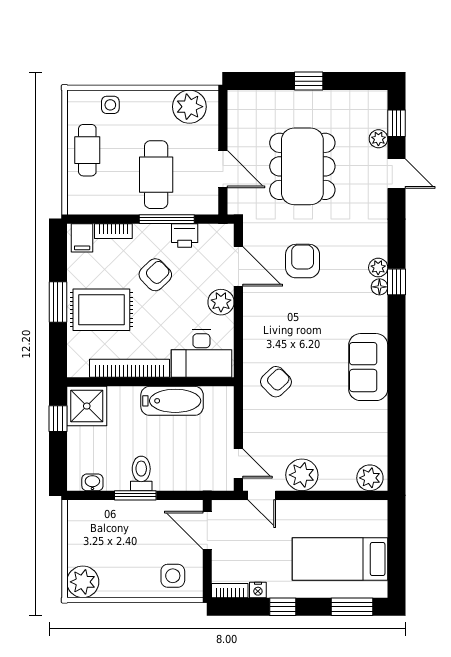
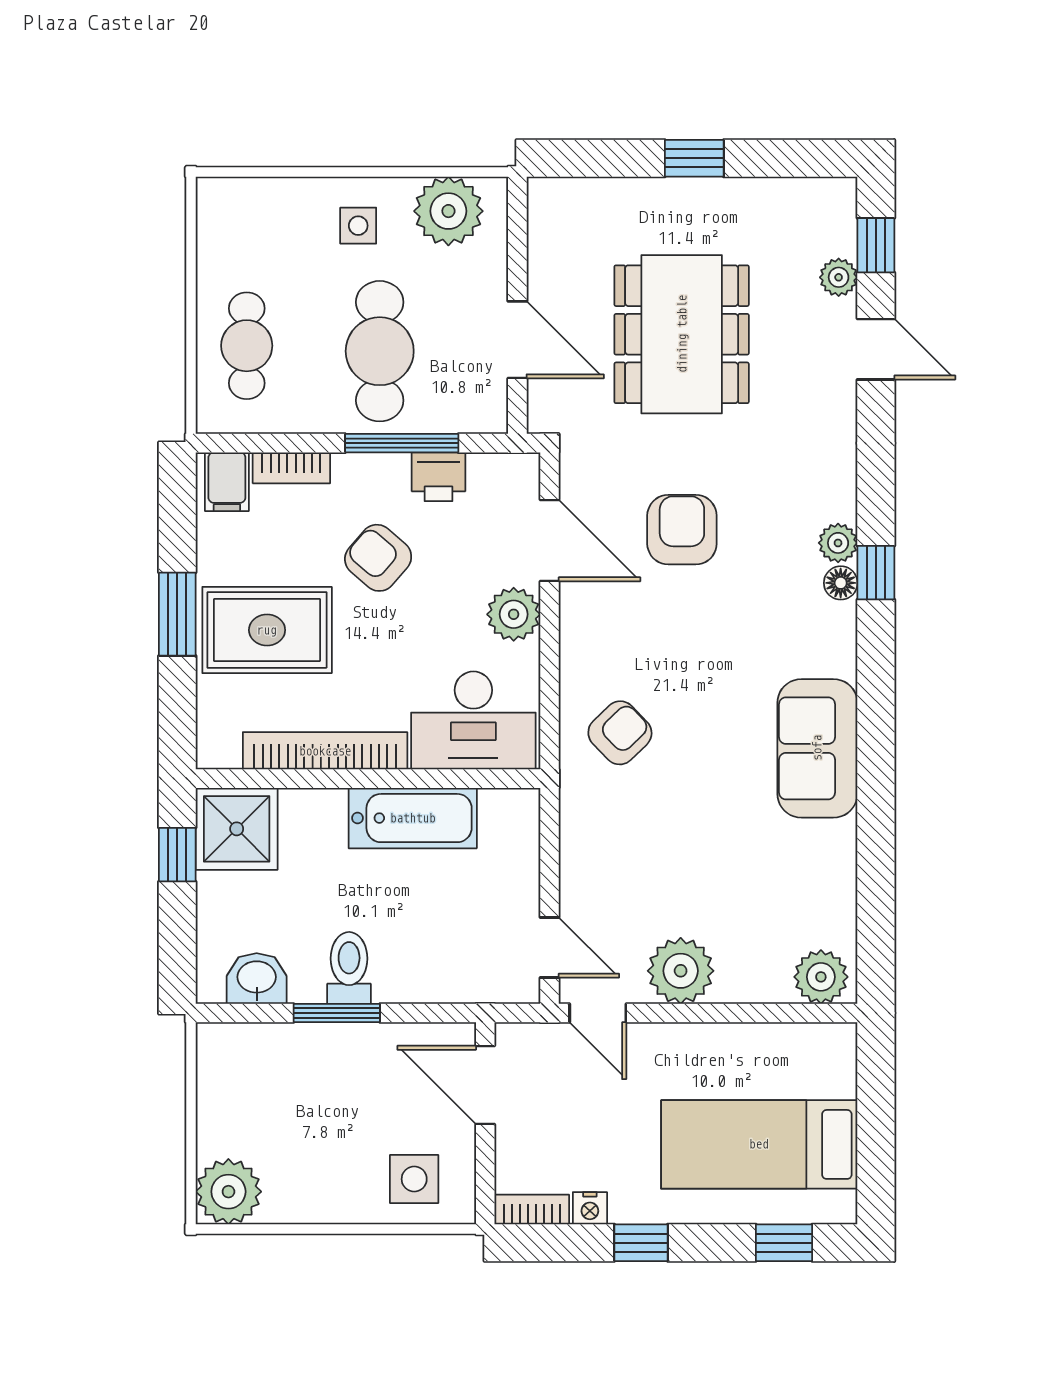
side table: (110, 105) -> (358, 226), moved
cafe table: (87, 150) -> (247, 346), moved
armchair: (155, 275) -> (378, 558), turned -95
armchair: (276, 382) -> (620, 733), moved
washbasin: (92, 482) -> (257, 978), width x1.38, depth x1.45
window: (352, 607) -> (784, 1243), width x0.67

